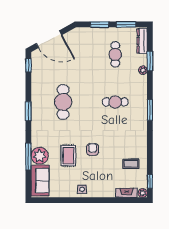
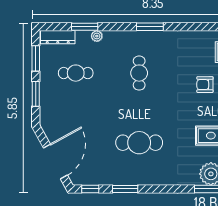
window: (28, 111) -> (125, 189), moved
armchair: (93, 149) -> (205, 85), moved

